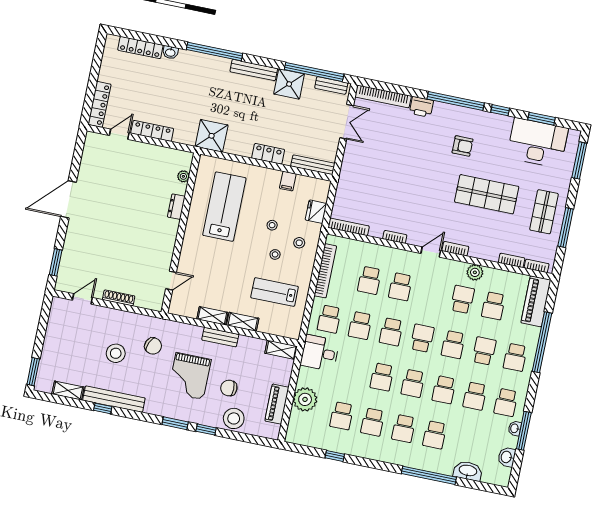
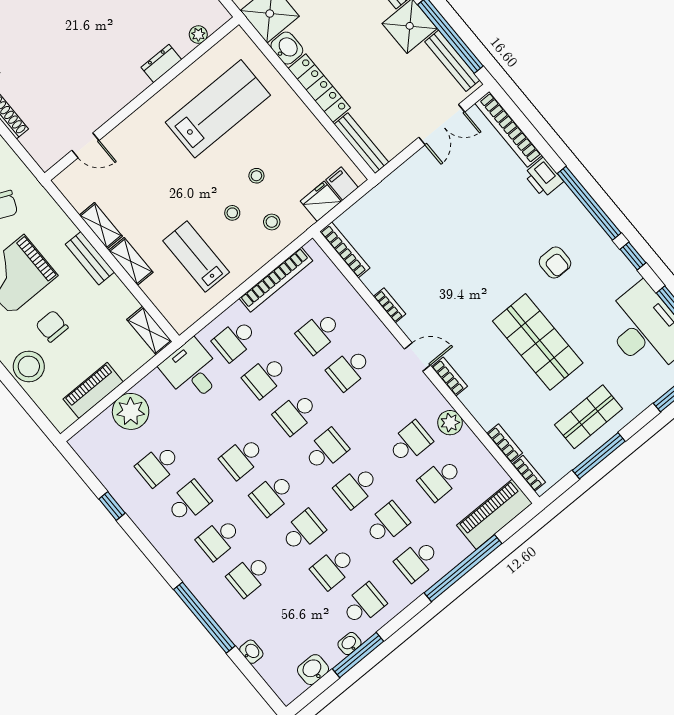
bench: (331, 85) -> (452, 61), width x1.36
washbasin: (235, 147) -> (287, 48), added
locker: (268, 154) -> (319, 88), width x1.53
filing cabinet: (288, 181) -> (342, 184), moved, turned 90
school desk: (444, 390) -> (303, 531), turned 180
school desk: (506, 402) -> (364, 605), turned 180
school desk: (373, 422) -> (189, 502), turned 180
washbasin: (468, 471) -> (251, 652), width x0.52, depth x0.69

